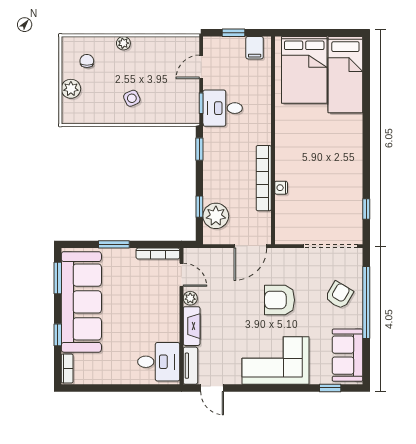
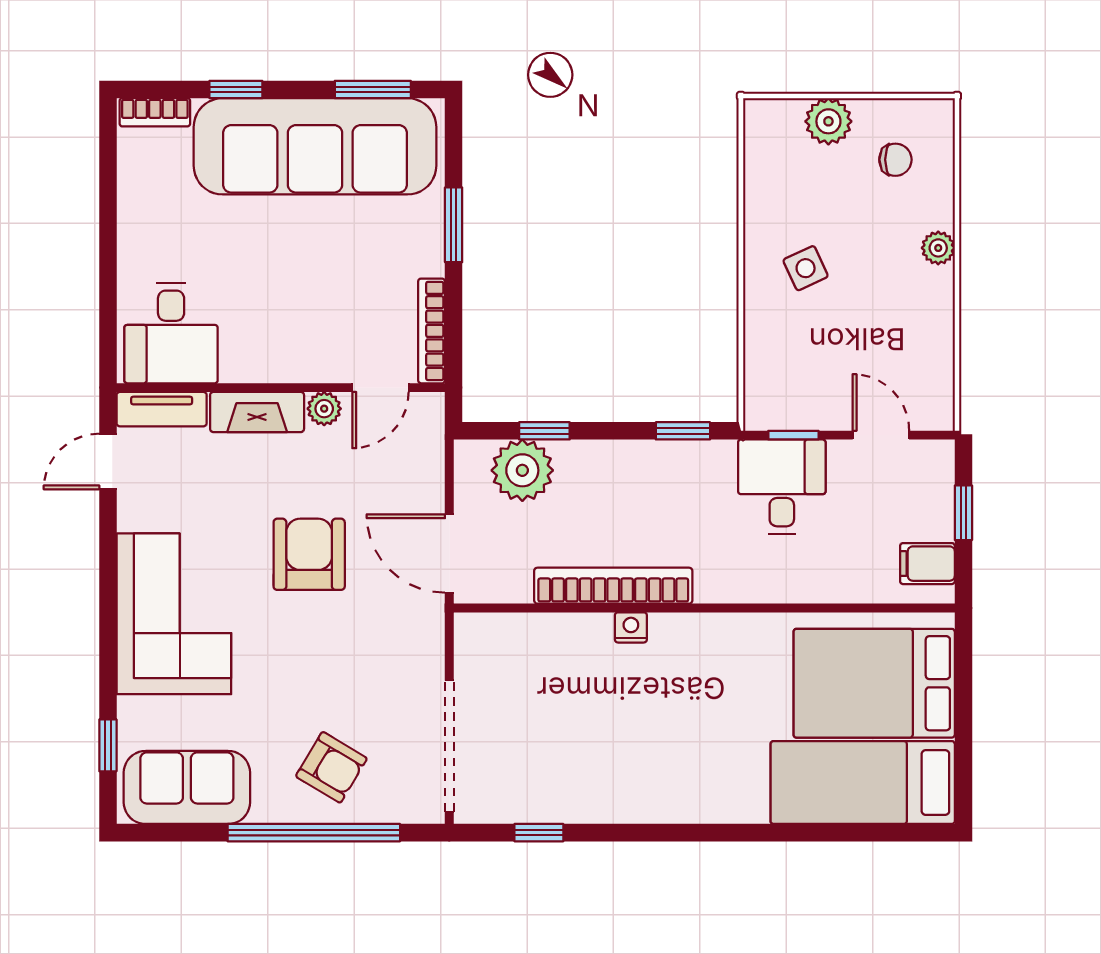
nightstand: (281, 188) -> (631, 627), moved
armchair: (280, 300) -> (309, 554), moved

